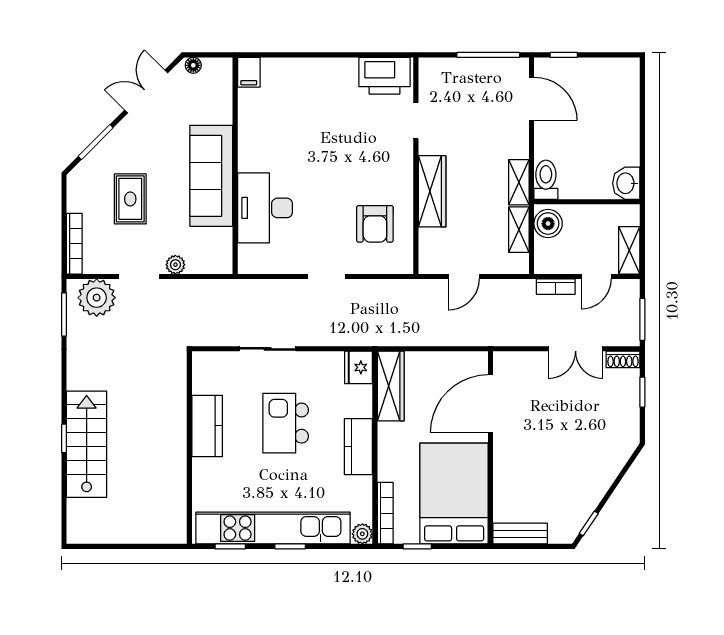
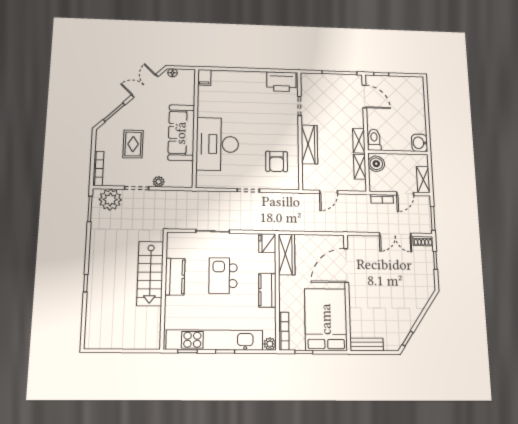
desk: (265, 208) -> (217, 144), width x1.36, depth x1.30
stairs: (87, 444) -> (150, 274), moved, turned 180

